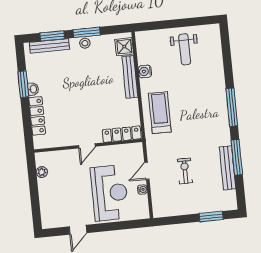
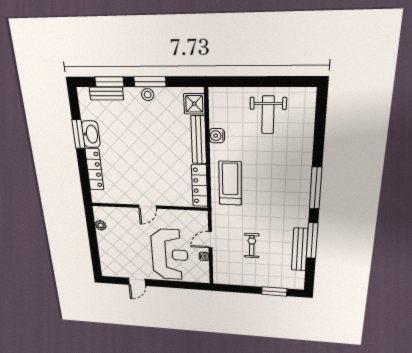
bench: (49, 46) -> (106, 93), width x0.73
washbasin: (33, 89) -> (91, 134), width x1.91, depth x1.45
locker: (122, 134) -> (200, 186), moved, turned -90

